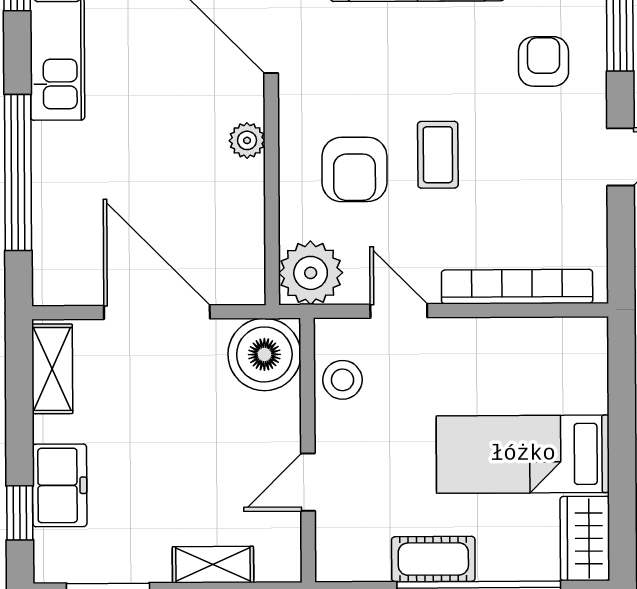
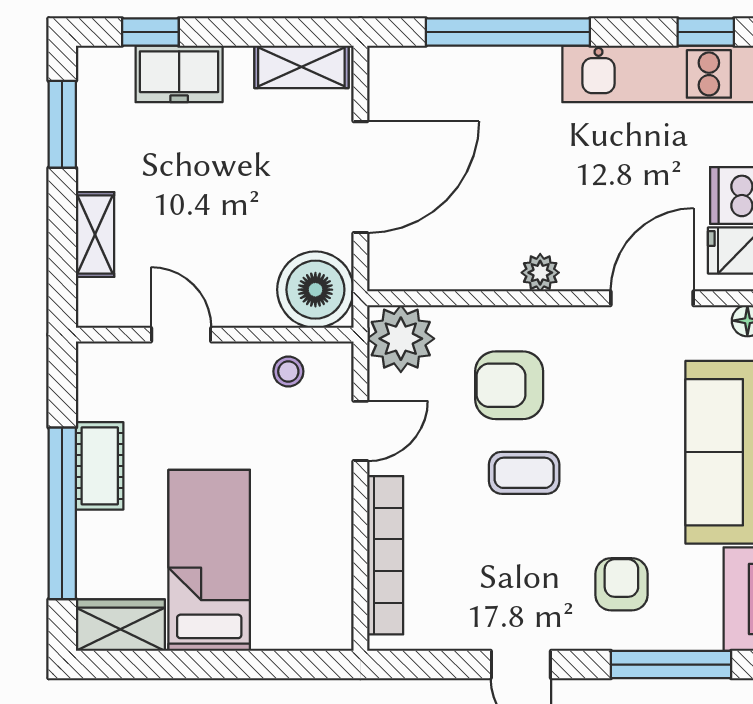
armchair: (544, 61) -> (621, 584), turned -90
stool: (342, 380) -> (288, 371), width x0.73, depth x0.73

